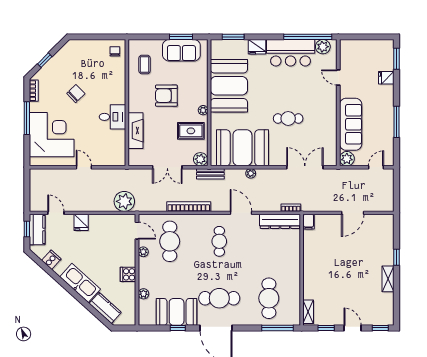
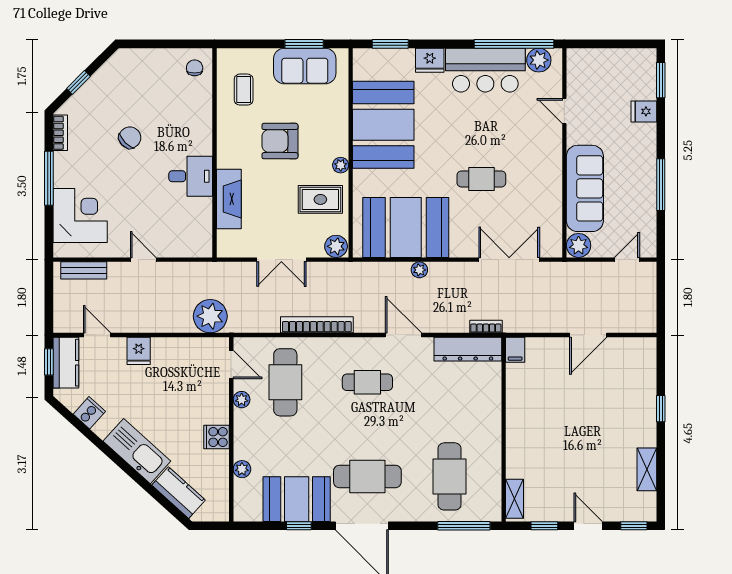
corner desk: (52, 135) -> (80, 216), width x0.74, depth x0.74
bench: (210, 174) -> (84, 270), moved
cafe table: (219, 241) -> (367, 382), turned 90
shelving: (388, 279) -> (647, 469), moved

